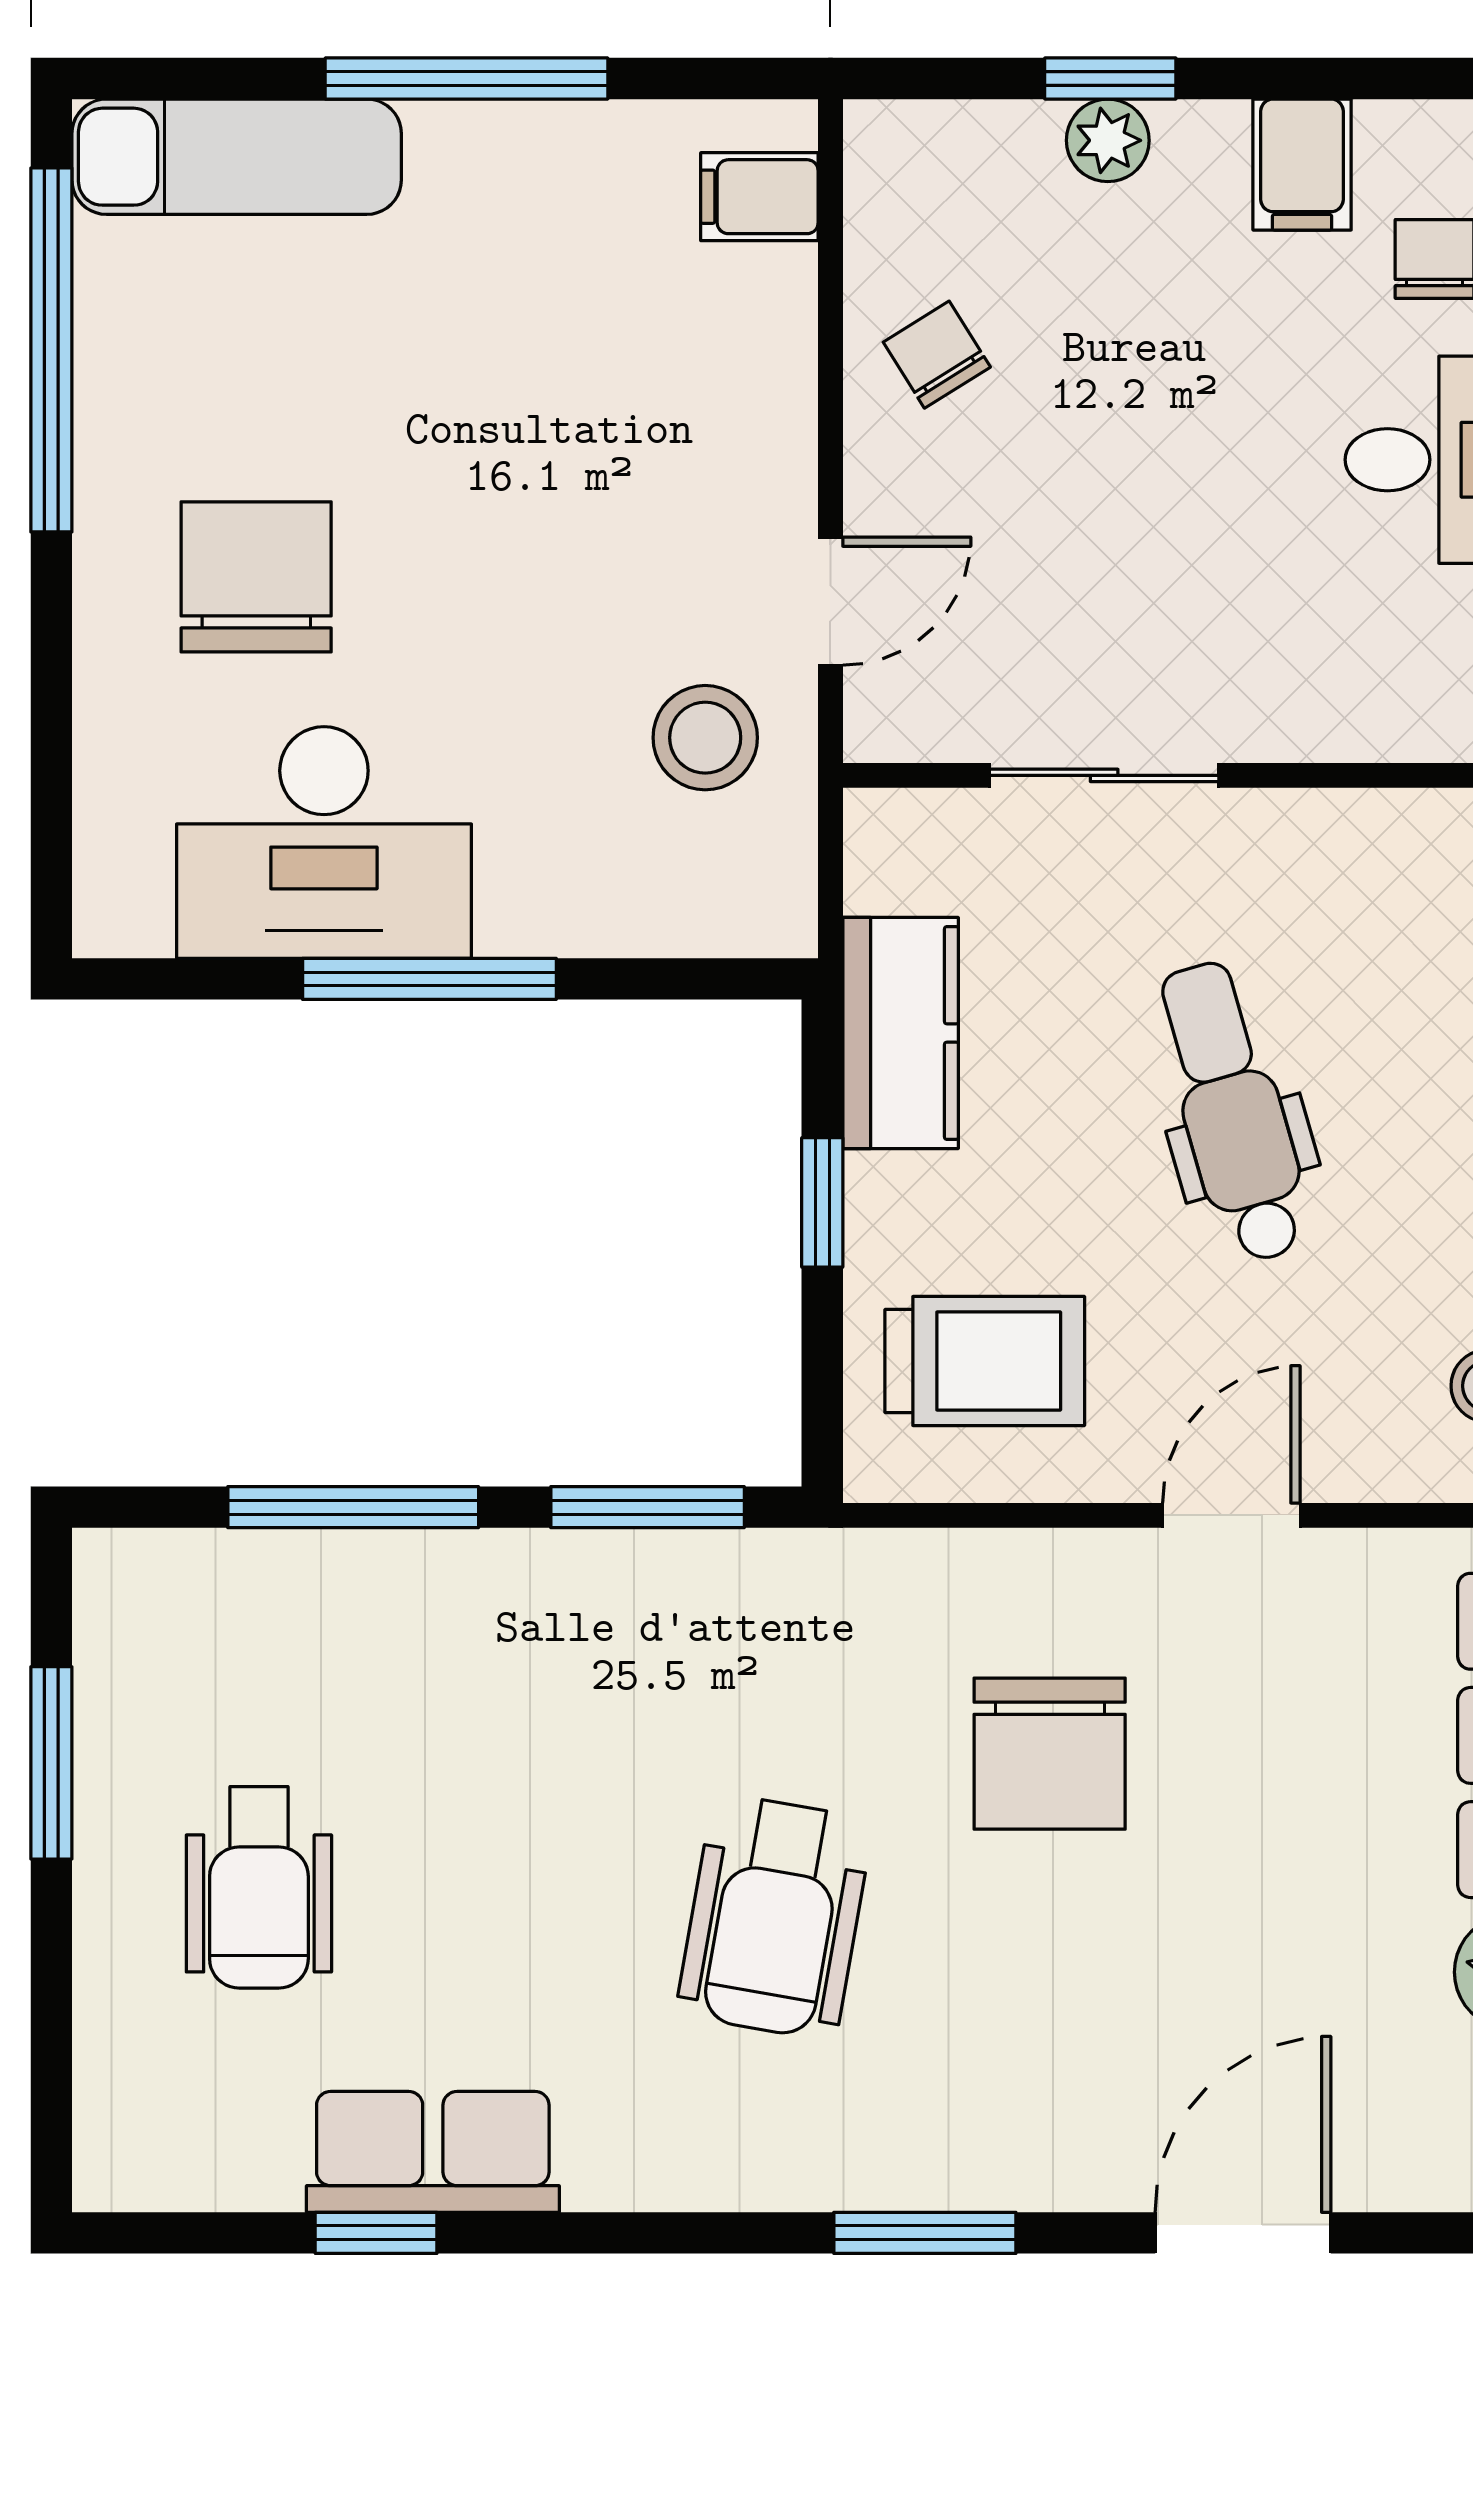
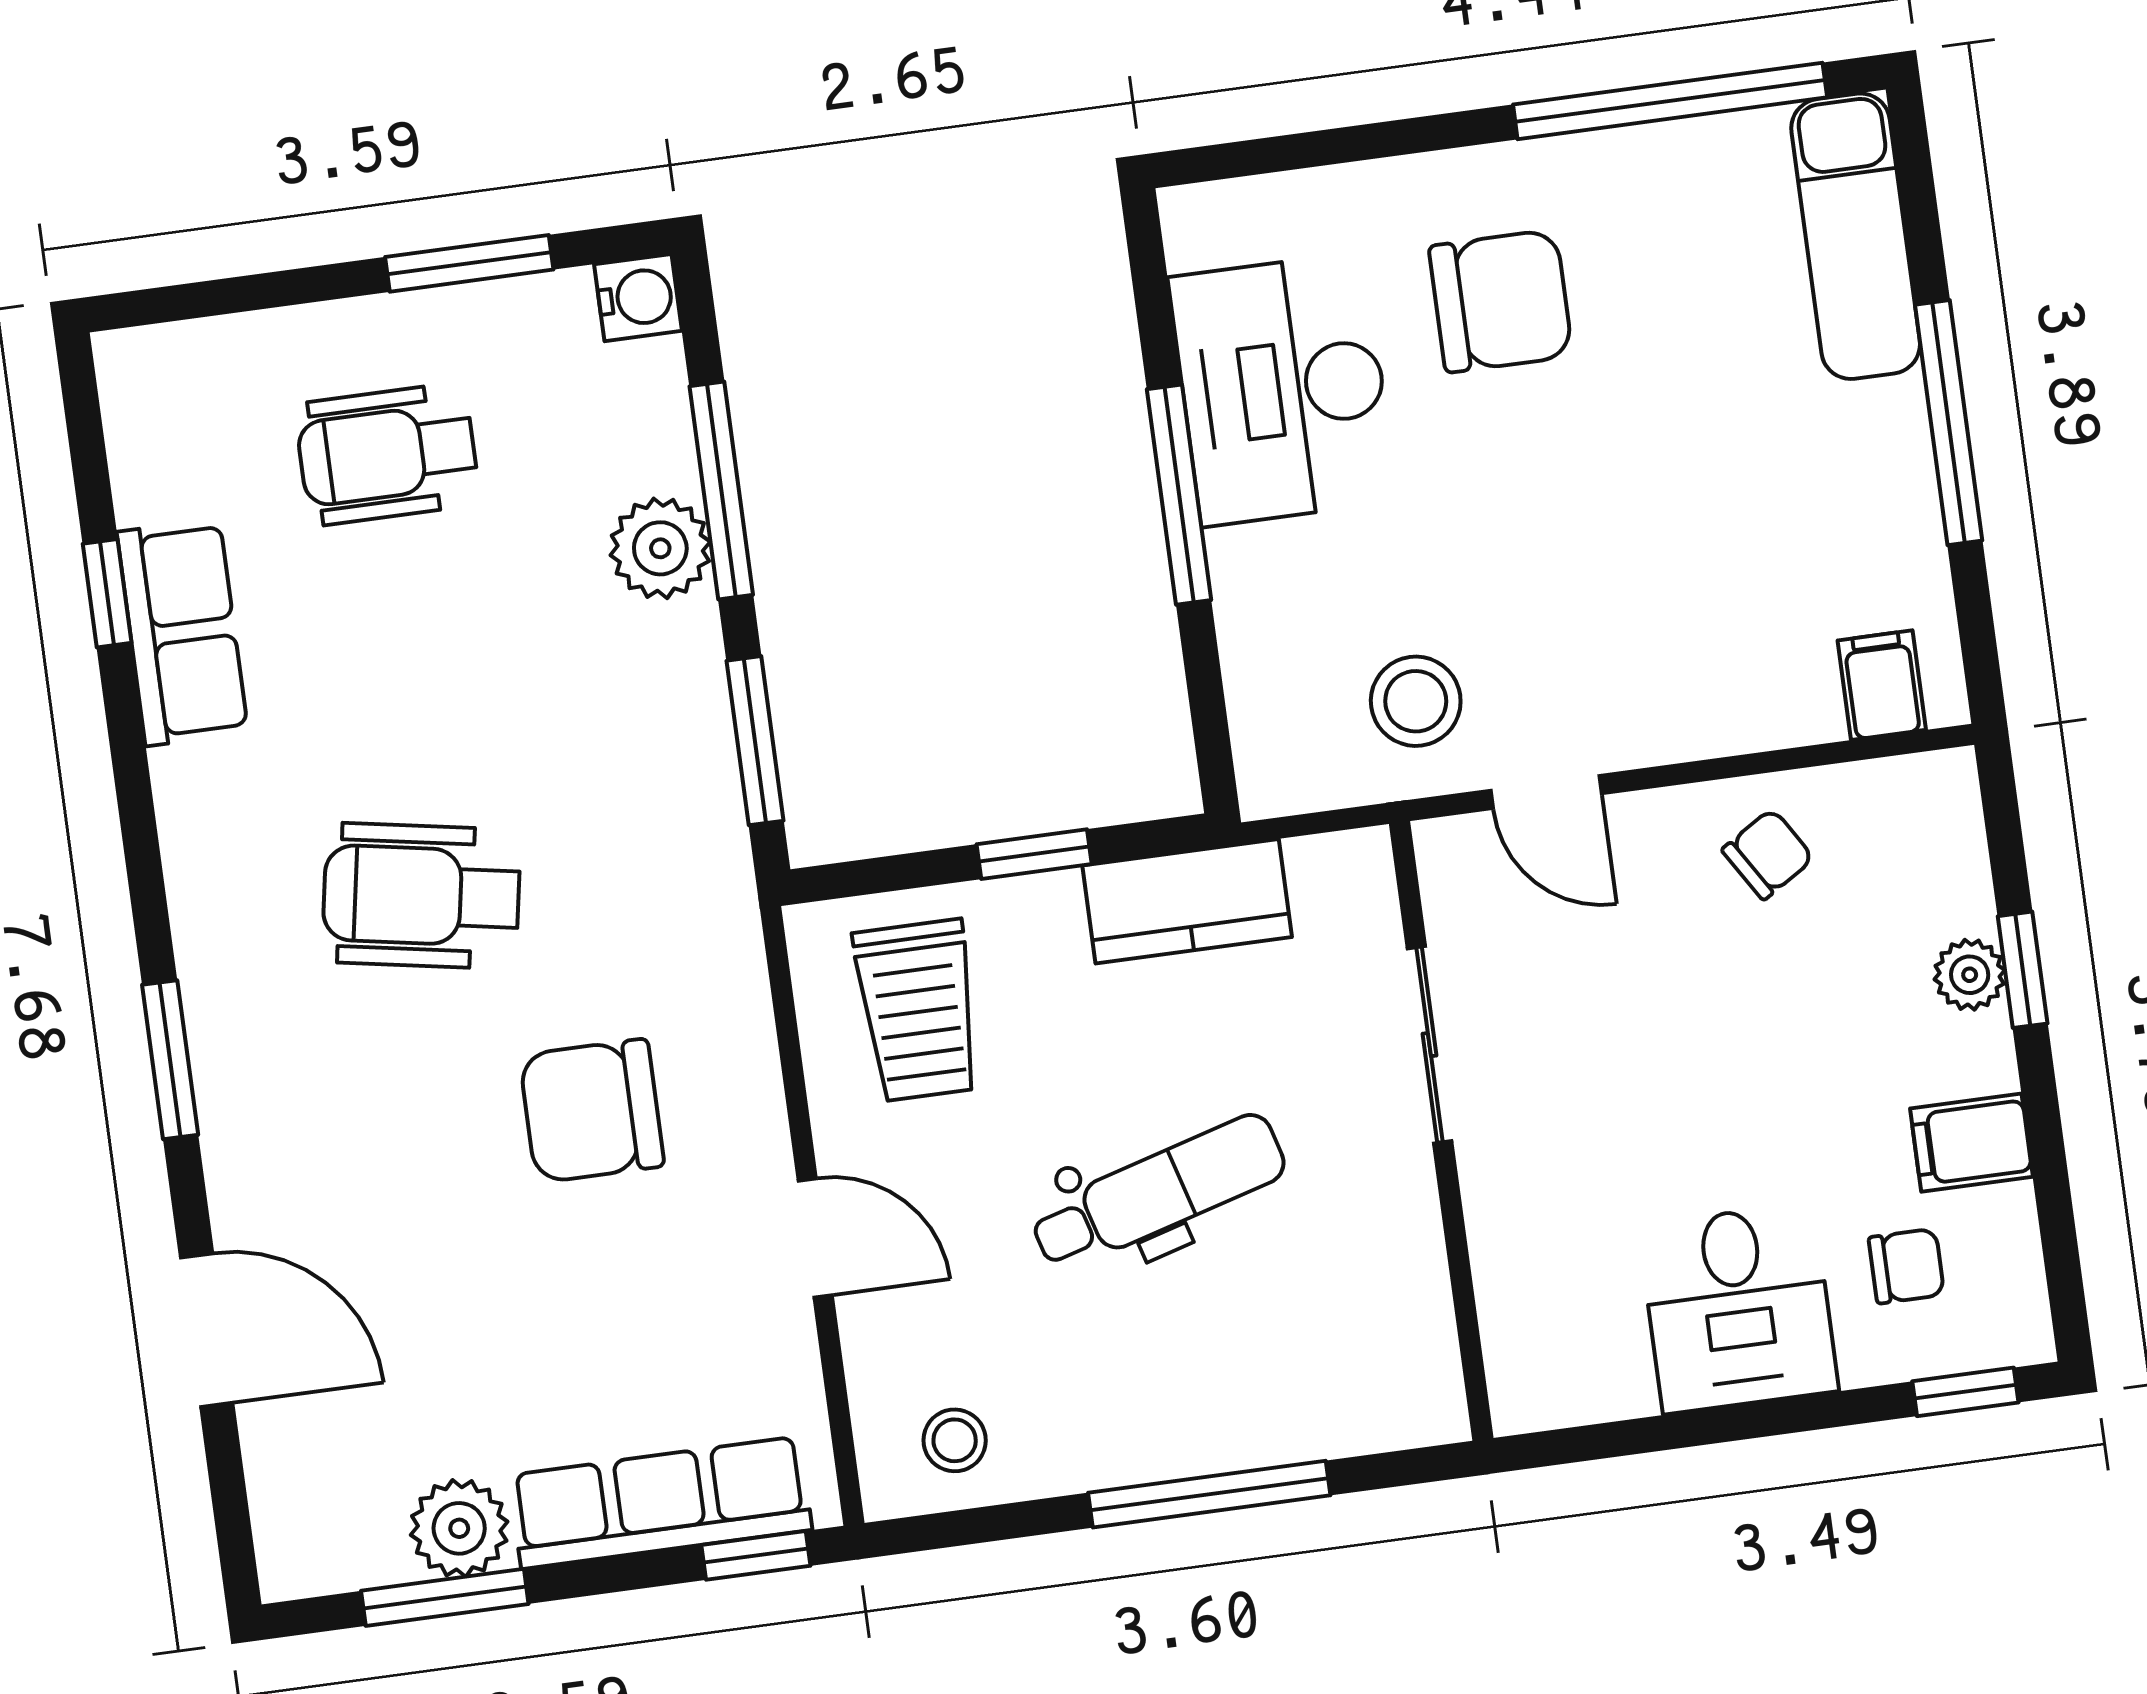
water cooler: (117, 1573) -> (638, 298), added
plant: (410, 1587) -> (660, 548), added

